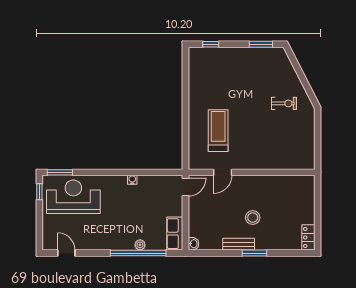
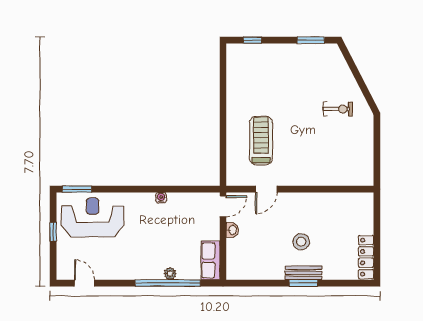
window: (39, 192) -> (53, 232), moved
locker: (308, 237) -> (366, 257), width x1.53
washbasin: (193, 244) -> (232, 230), moved
bench: (239, 244) -> (303, 273), moved

